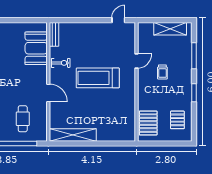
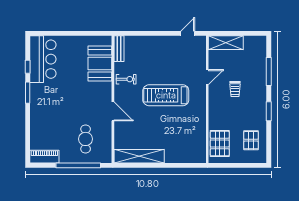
shelving: (170, 29) -> (226, 43), moved

